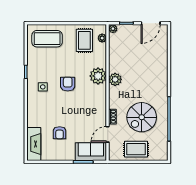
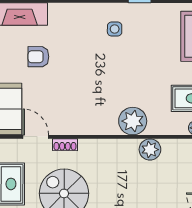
plant: (115, 79) -> (150, 150), moved
armchair: (68, 84) -> (119, 70), removed

